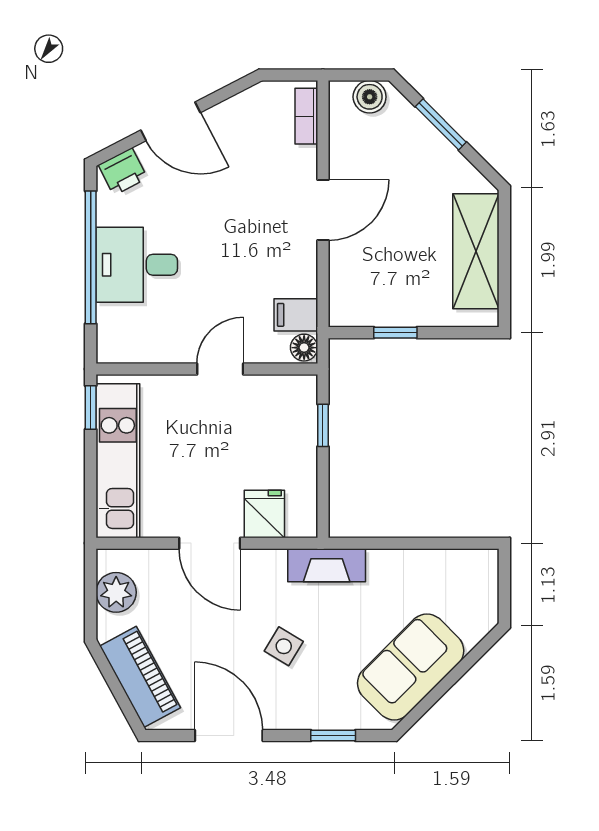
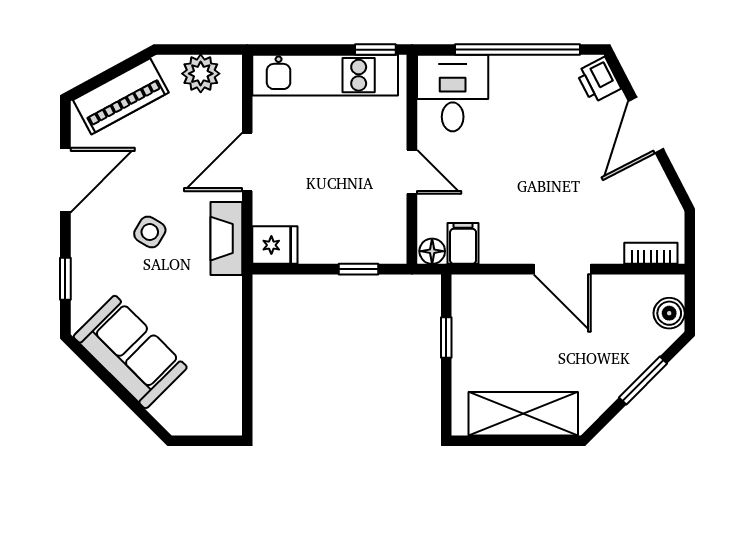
desk: (137, 265) -> (453, 93), moved
fridge: (264, 514) -> (275, 245), moved
fireplace: (327, 565) -> (226, 239), moved

